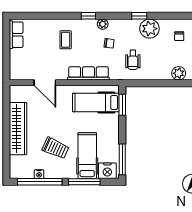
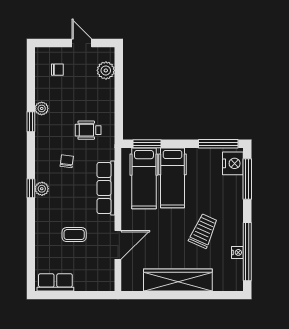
plant: (103, 24) -> (42, 189), moved
plant: (149, 29) -> (42, 108), width x0.53, depth x0.53
coffee table: (66, 40) -> (74, 235), moved
wheelchair: (133, 60) -> (88, 130), turned 180
hospital bed: (87, 156) -> (172, 178), moved, turned -90
window: (84, 182) -> (247, 179), moved

